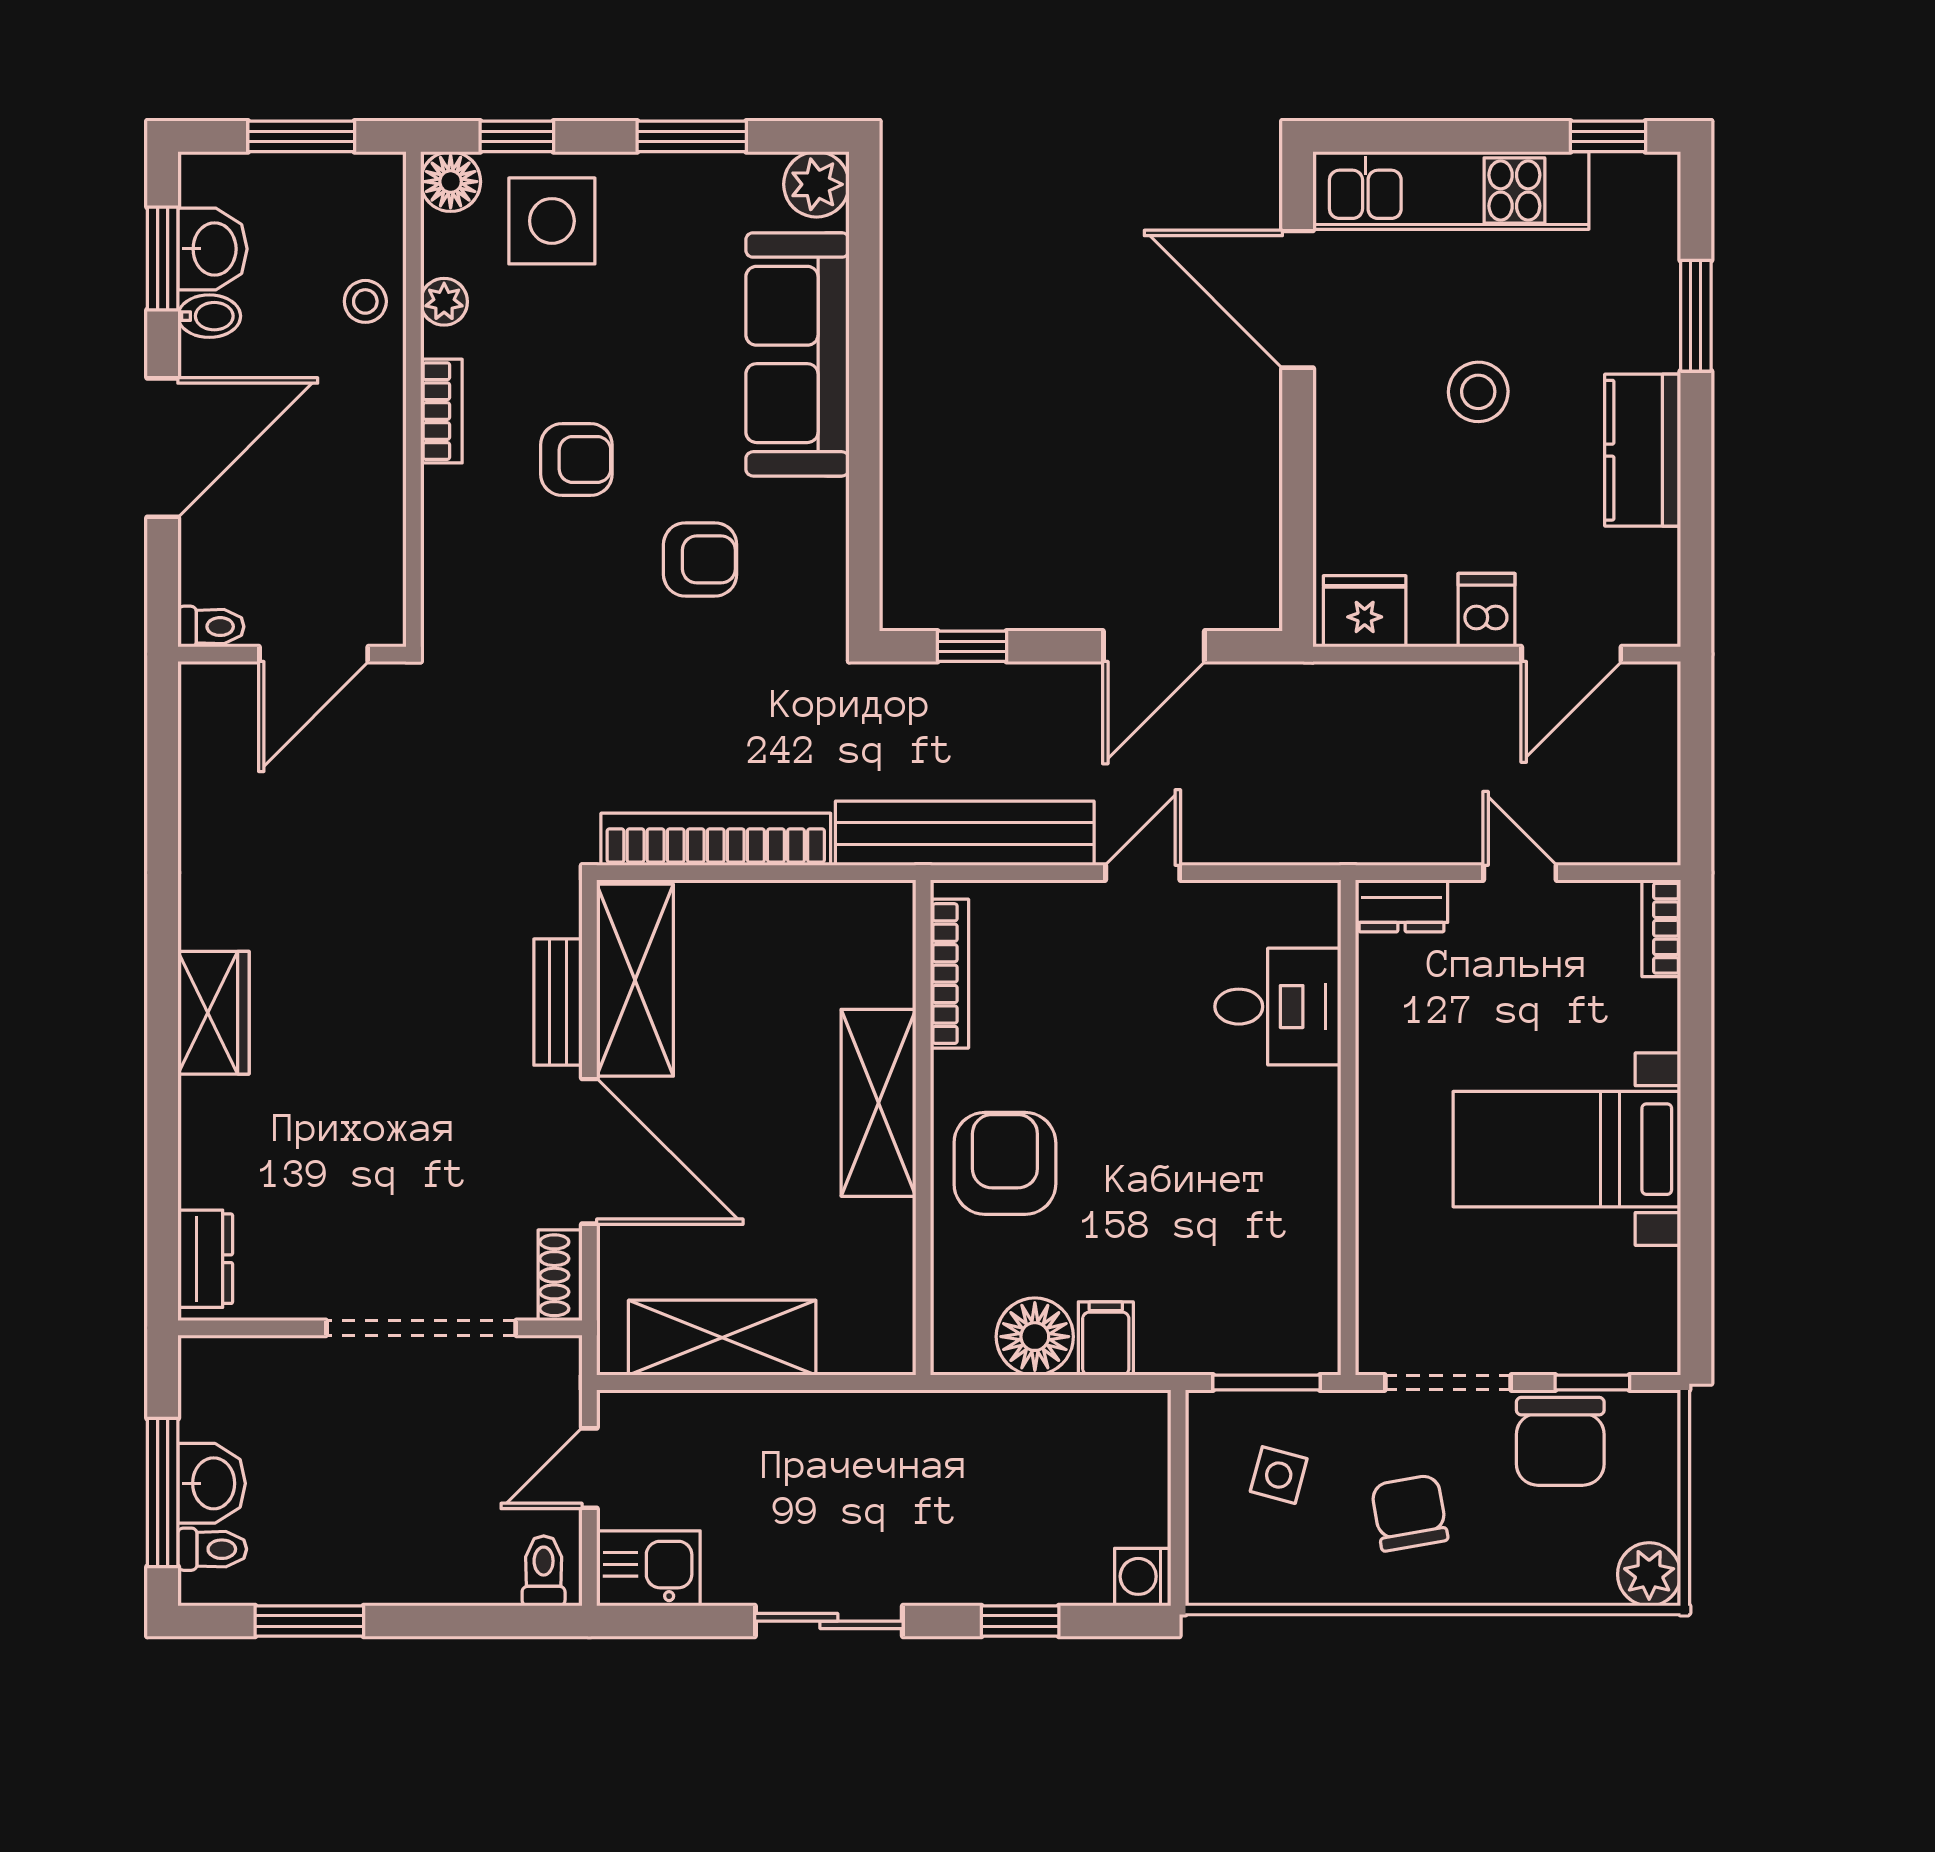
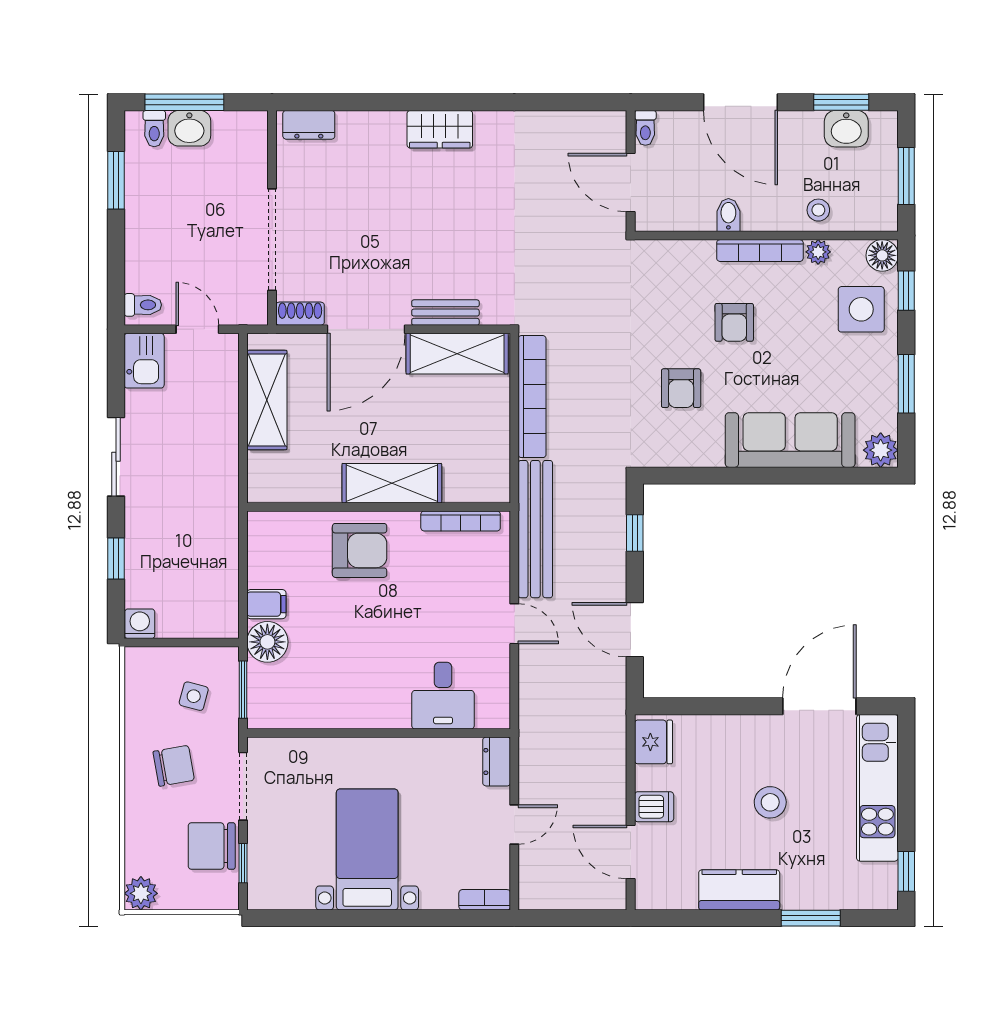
bidet: (209, 316) -> (728, 215), moved, turned 180
bookcase: (441, 411) -> (760, 251), width x1.56
floor lamp: (1035, 1337) -> (267, 642), moved

